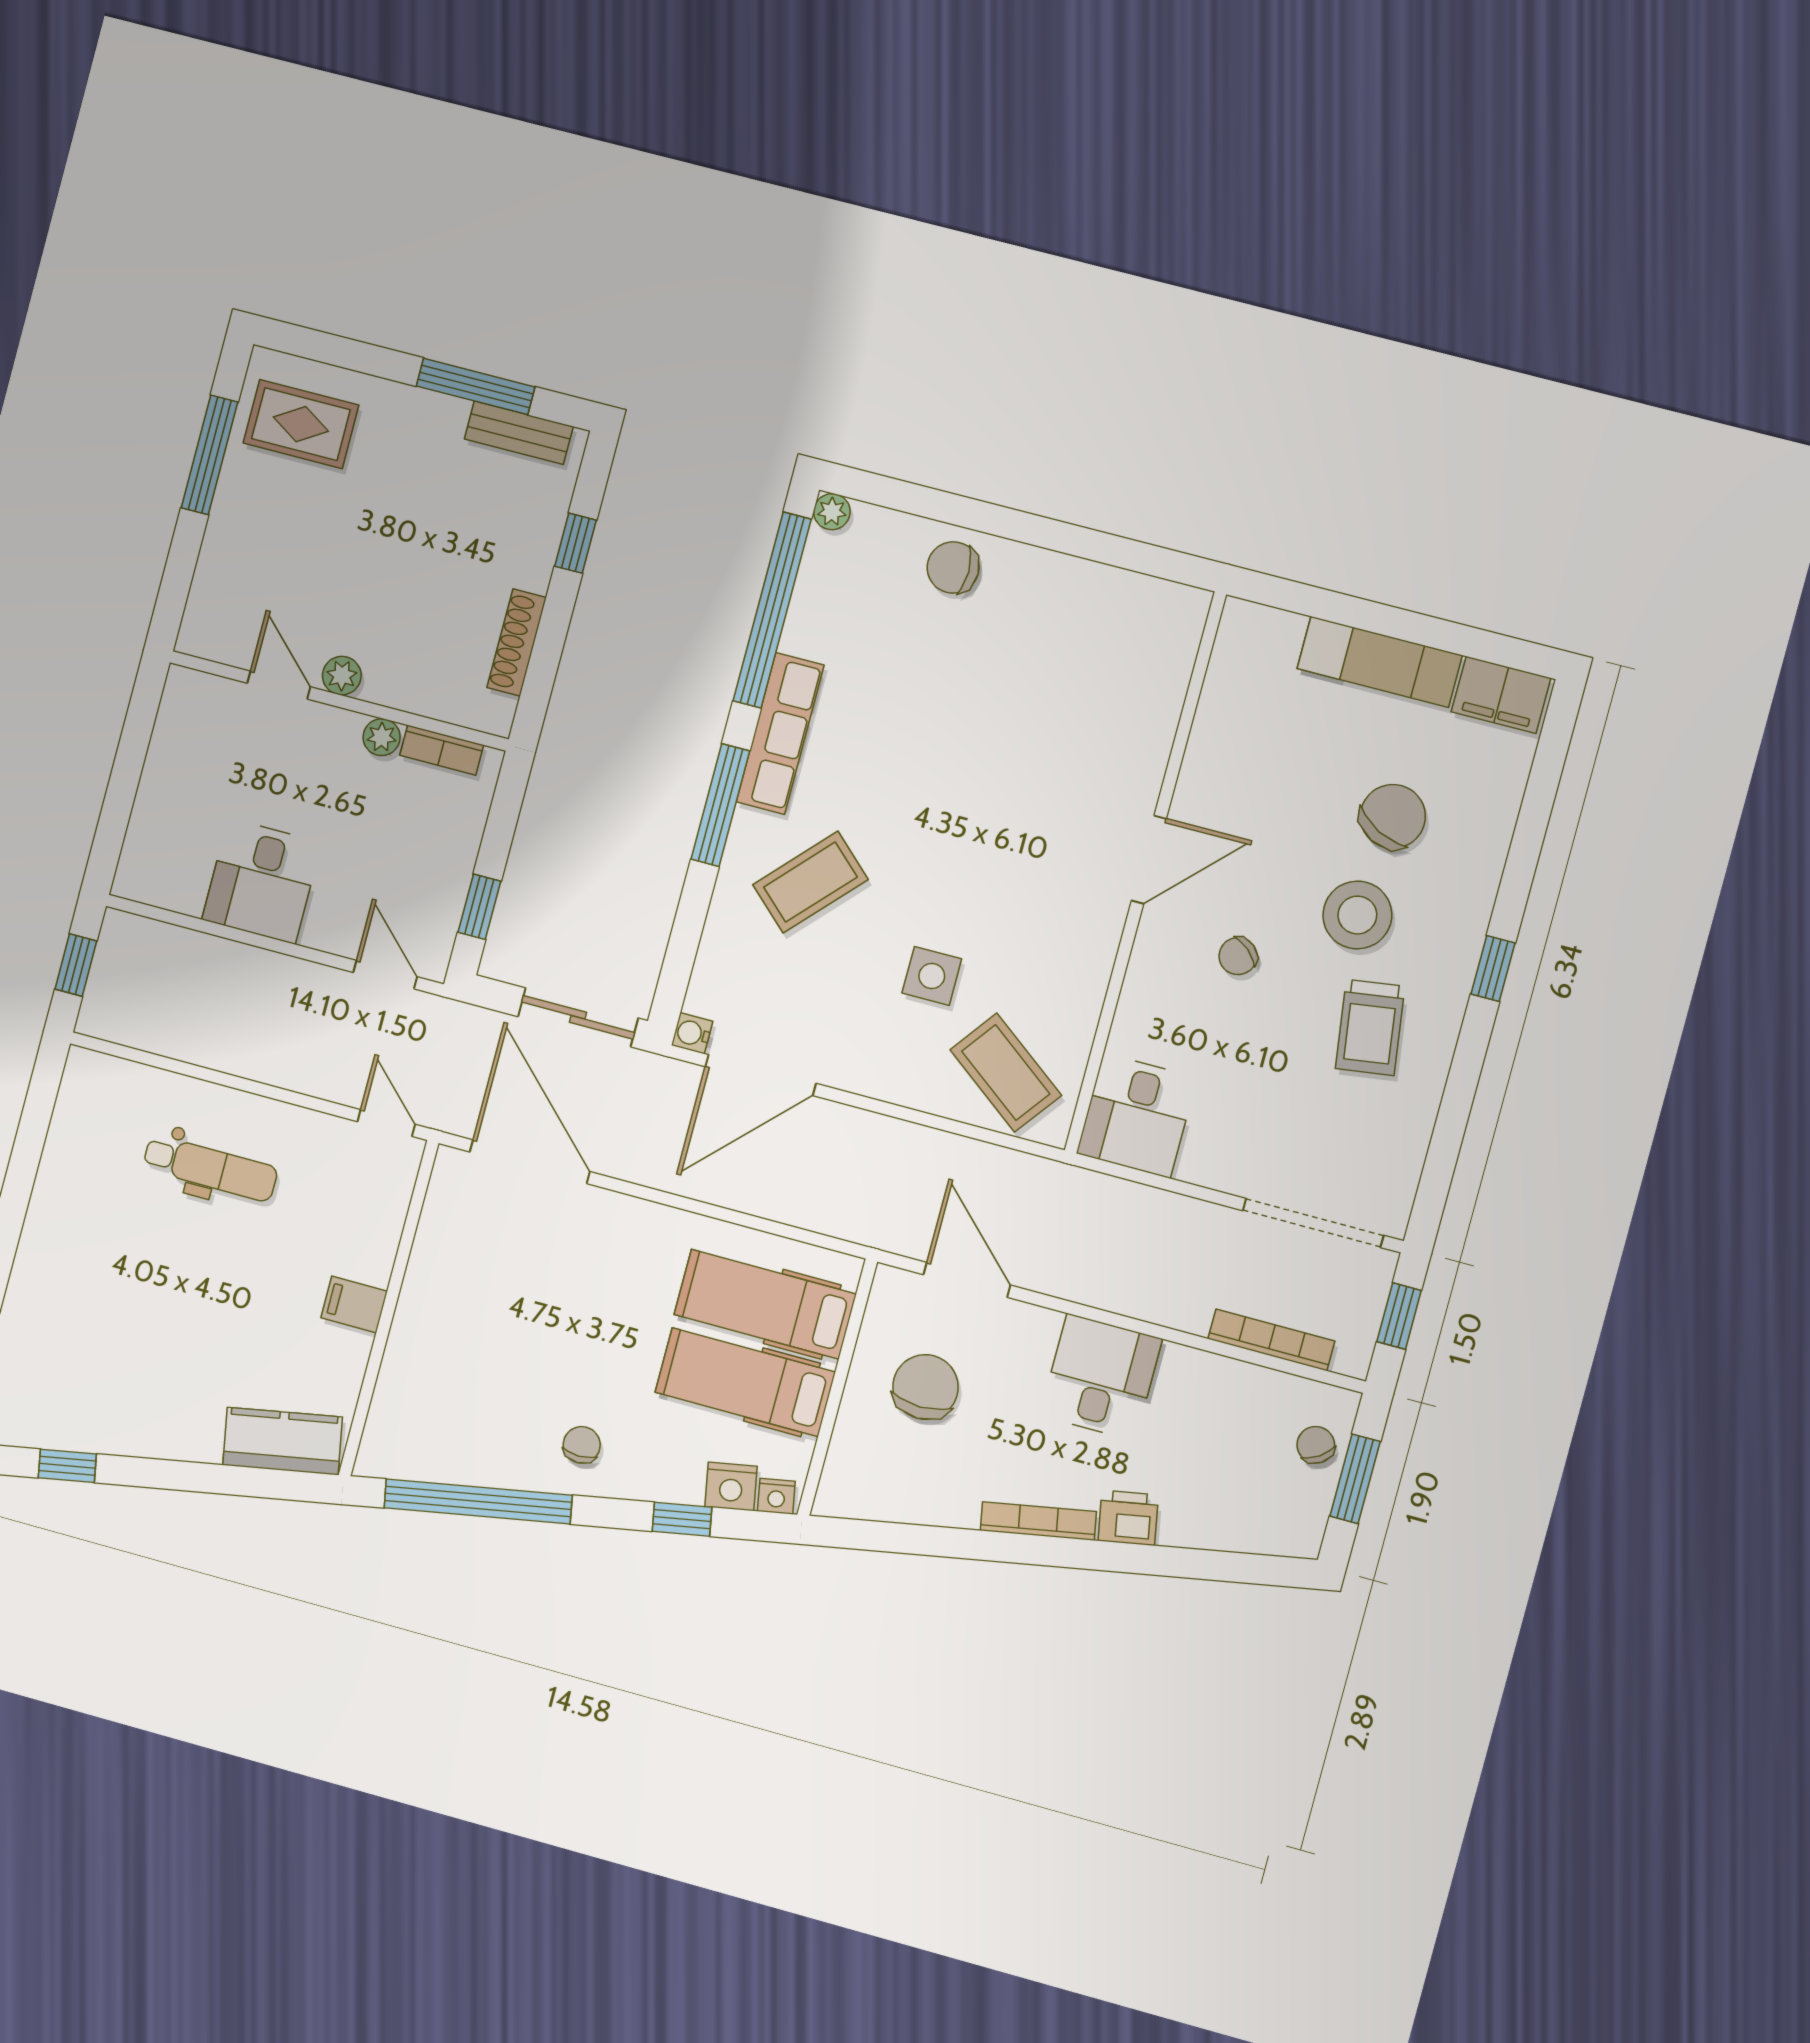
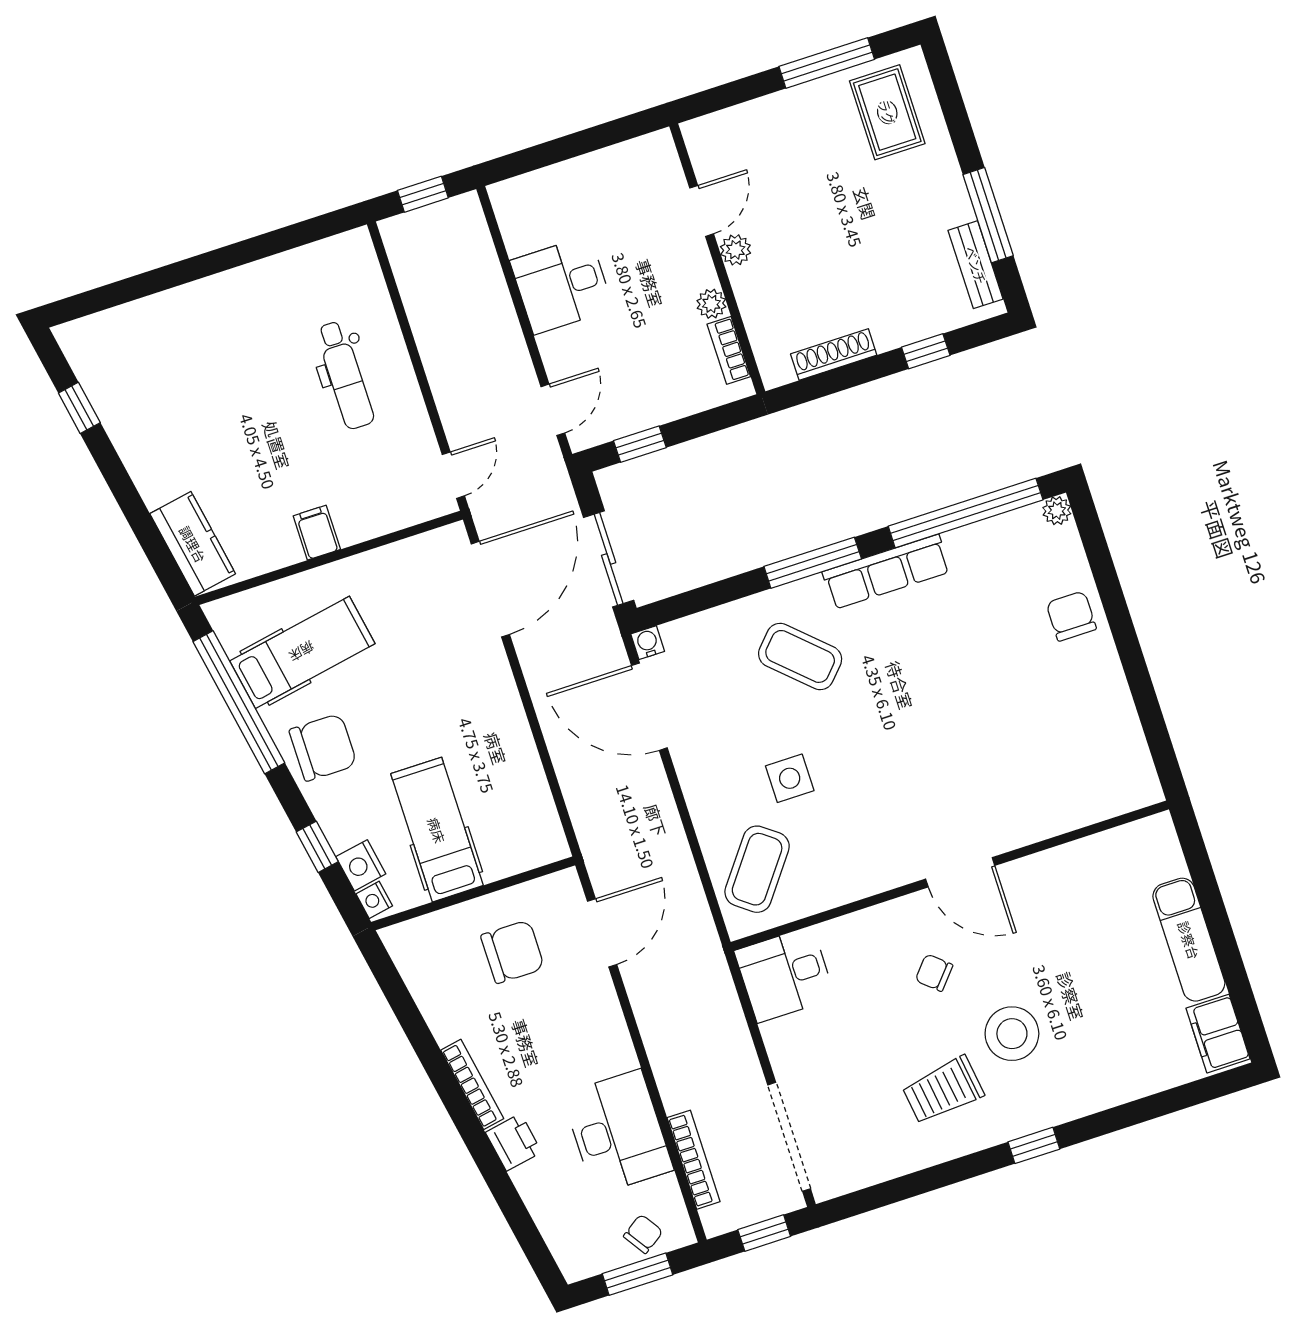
chair: (1393, 816) -> (1092, 1015), removed
hospital bed: (765, 1304) -> (302, 652), moved, turned 80
desk: (1101, 1377) -> (618, 1132), moved, width x1.37
chair: (582, 1445) -> (323, 747), width x1.87, depth x1.87

